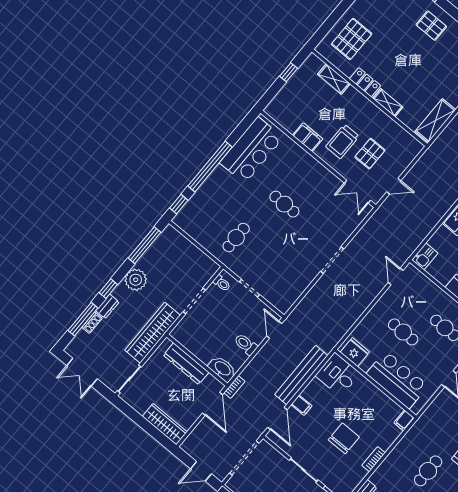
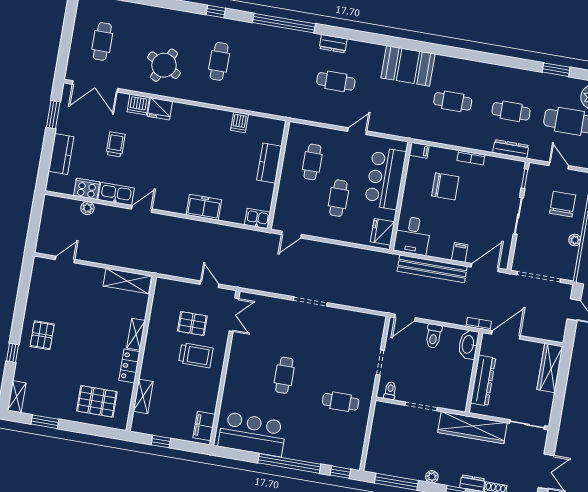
filing cabinet: (308, 137) -> (204, 426), moved
plant: (136, 280) -> (432, 477), width x0.53, depth x0.53
chair: (344, 438) -> (445, 186), moved, turned 180

